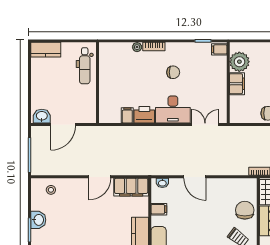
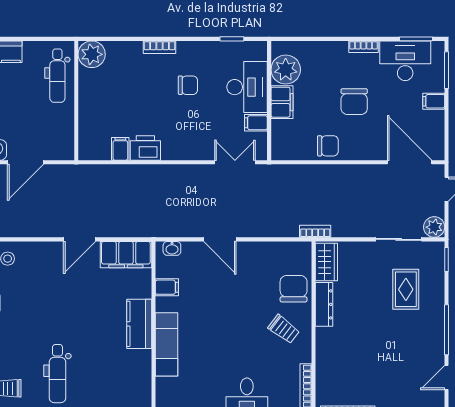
plant: (137, 47) -> (92, 54), moved, width x1.87, depth x1.87
filing cabinet: (219, 49) -> (256, 123), moved
desk: (173, 110) -> (247, 87), moved, turned -90

